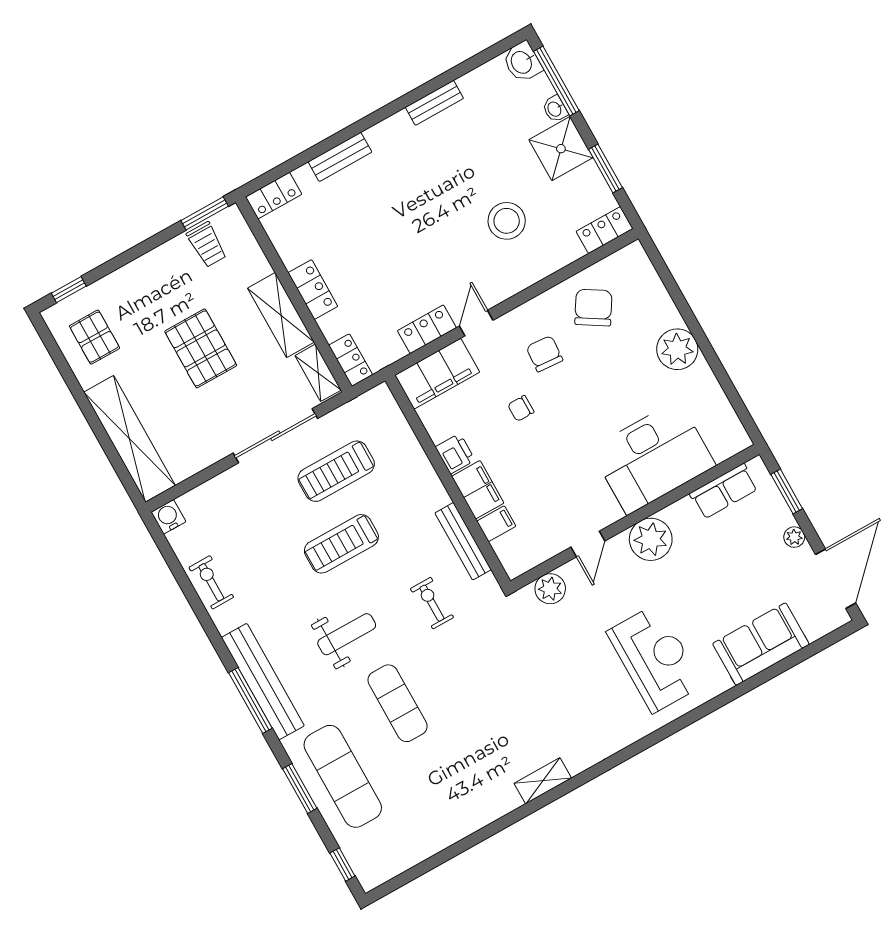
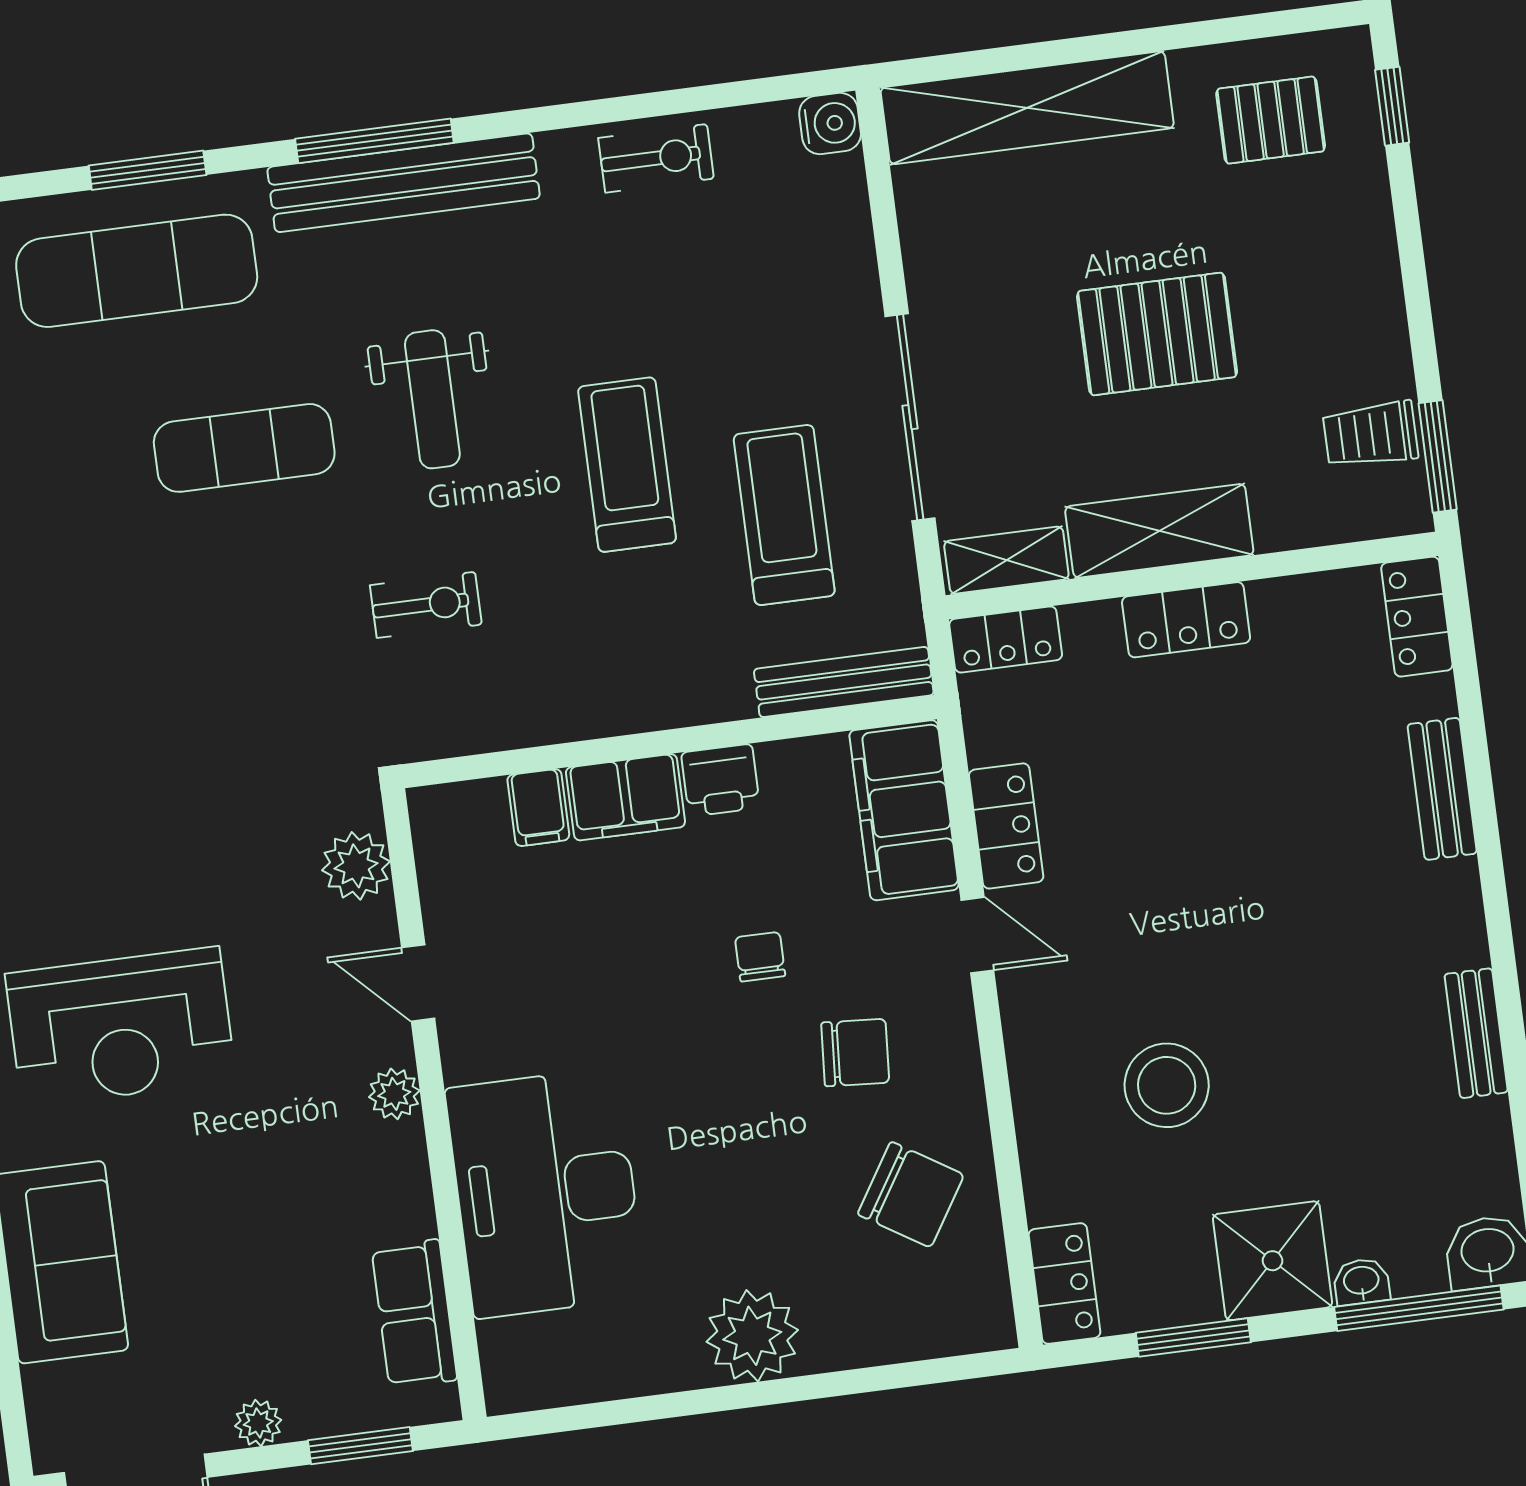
plant: (651, 539) -> (394, 1094), width x0.53, depth x0.53
bench: (463, 541) -> (844, 682), moved

